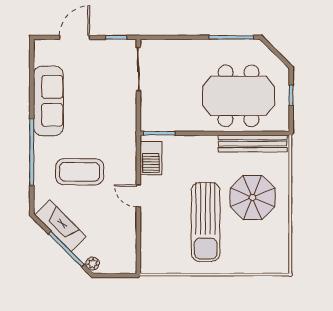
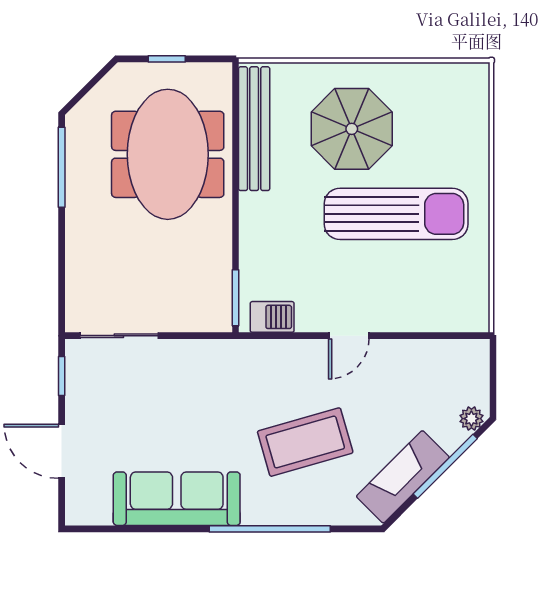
barbecue: (151, 158) -> (272, 317), width x0.73, depth x0.79
coffee table: (80, 172) -> (305, 442), turned 74

